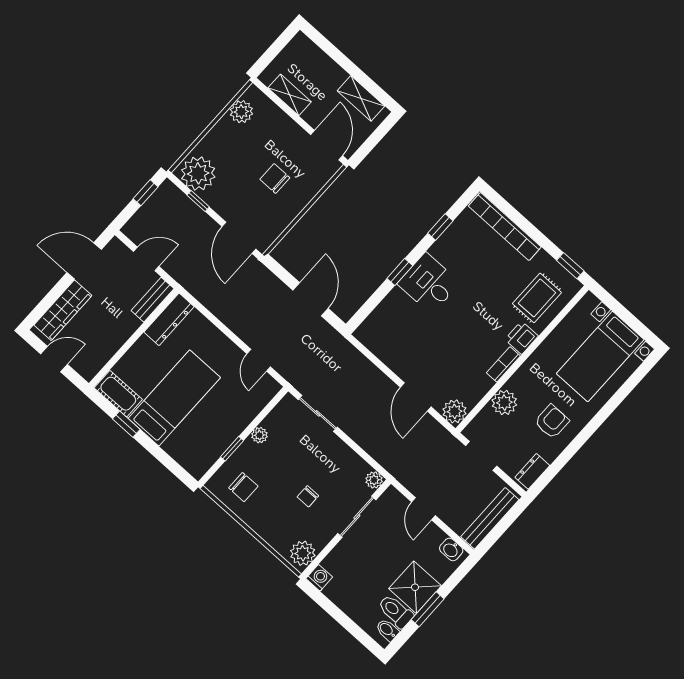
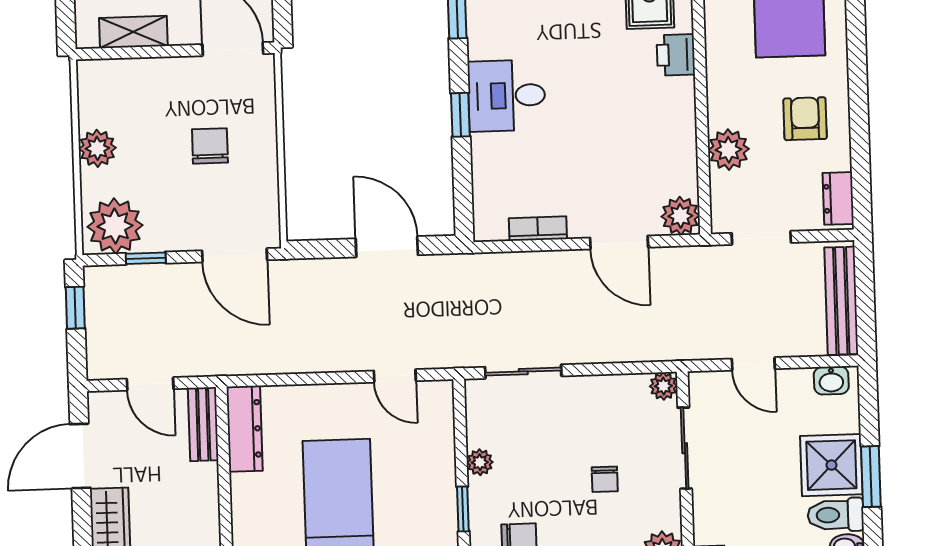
plant: (241, 112) -> (97, 148), moved
chair: (275, 179) -> (210, 146), turned 90
door: (146, 259) -> (150, 384), swing flipped
bookcase: (503, 364) -> (538, 229), moved, turned 90

